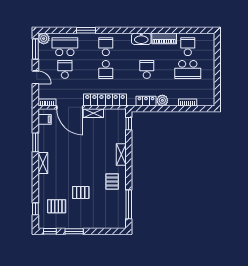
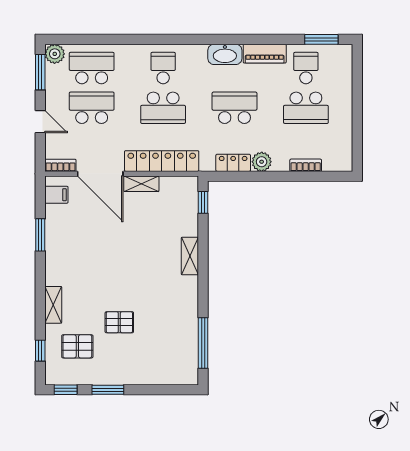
window: (86, 30) -> (321, 39), moved
school desk: (65, 69) -> (92, 108), width x1.85
school desk: (106, 69) -> (163, 108), width x1.85
school desk: (147, 69) -> (234, 108), width x1.85
shelving: (43, 163) -> (53, 305), moved
pallet: (112, 181) -> (174, 303), removed

